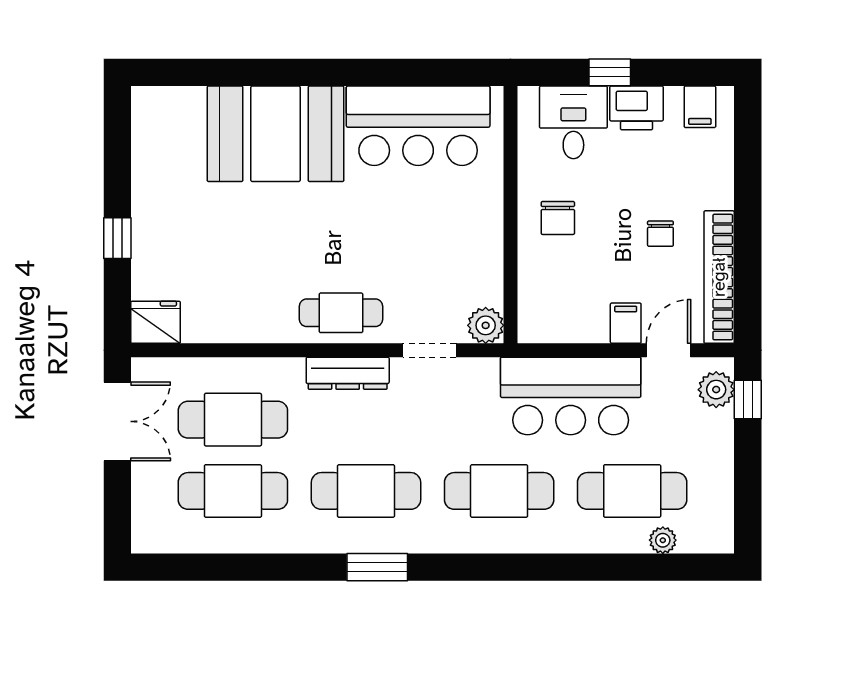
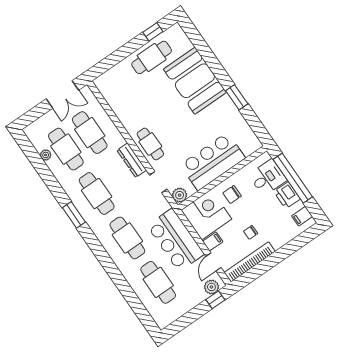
window: (368, 72) -> (237, 97), added
window: (610, 72) -> (293, 178), width x3.17
bar counter: (418, 126) -> (213, 161), moved, turned 90
cafe table: (167, 189) -> (152, 57), added
window: (117, 238) -> (153, 32), moved
corner desk: (563, 298) -> (206, 215), added
fridge: (156, 322) -> (104, 84), removed
door: (668, 350) -> (214, 262), swing flipped
plant: (663, 540) -> (46, 155), moved

